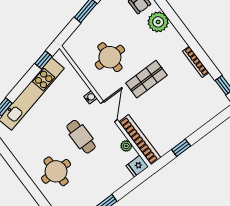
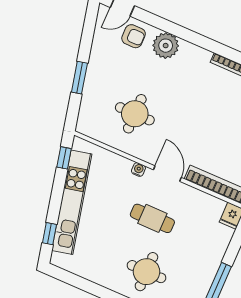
shop shelf: (146, 79) -> (188, 115), removed
plant: (126, 146) -> (207, 201), removed

